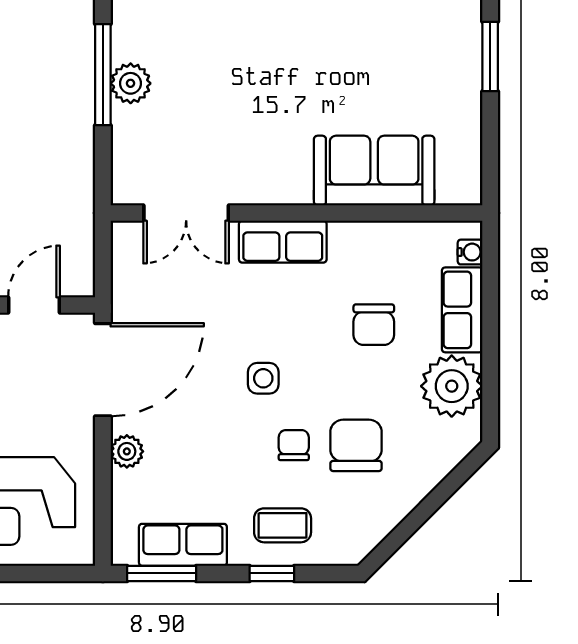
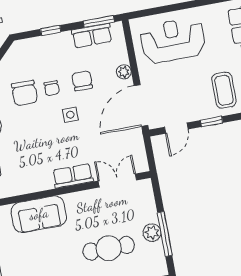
cafe table: (233, 66) -> (109, 248), added
chair: (374, 325) -> (82, 81), moved
coffee table: (283, 525) -> (50, 52), removed

